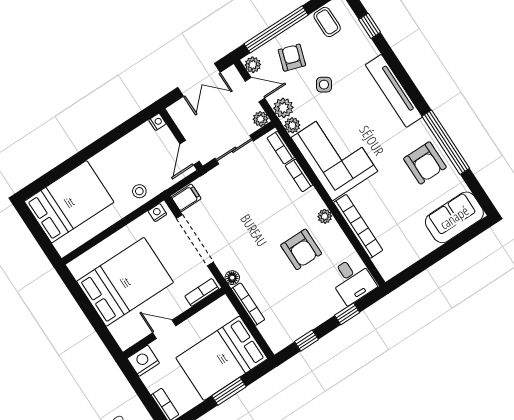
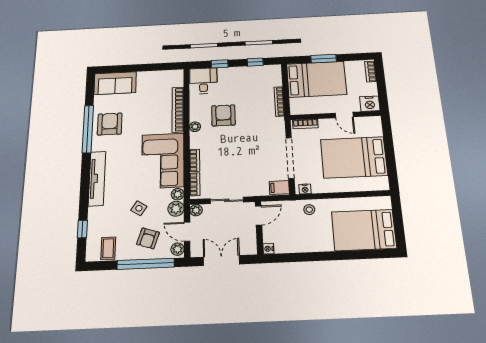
floor lamp: (232, 278) -> (279, 122), removed

